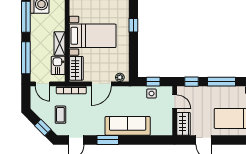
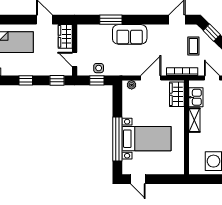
window: (133, 25) -> (117, 139), width x3.17
bed with nightstands: (93, 36) -> (146, 139), moved, turned 180
window: (222, 82) -> (26, 80), width x0.46
sofa: (128, 126) -> (130, 34), width x0.73
window: (108, 140) -> (111, 20), moved

